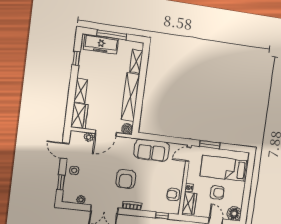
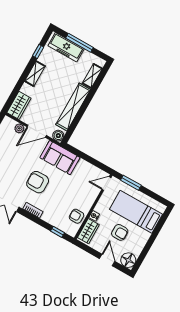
shelving: (81, 91) -> (35, 74), moved
sofa: (152, 150) -> (60, 158), moved
armchair: (126, 179) -> (38, 182), turned 90

